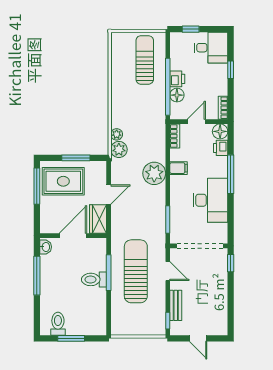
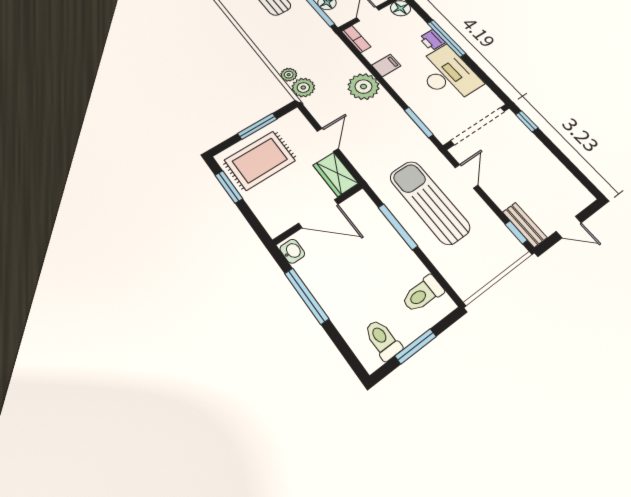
printer: (221, 148) -> (432, 40), moved
window: (37, 186) -> (229, 187), width x0.69
door: (73, 236) -> (318, 214), swing flipped
door: (168, 271) -> (466, 176), hinge flipped
toilet: (94, 279) -> (423, 294), moved
bench: (176, 305) -> (525, 225), moved

